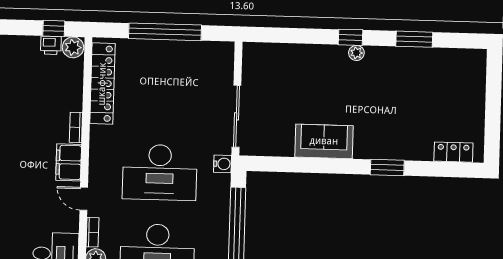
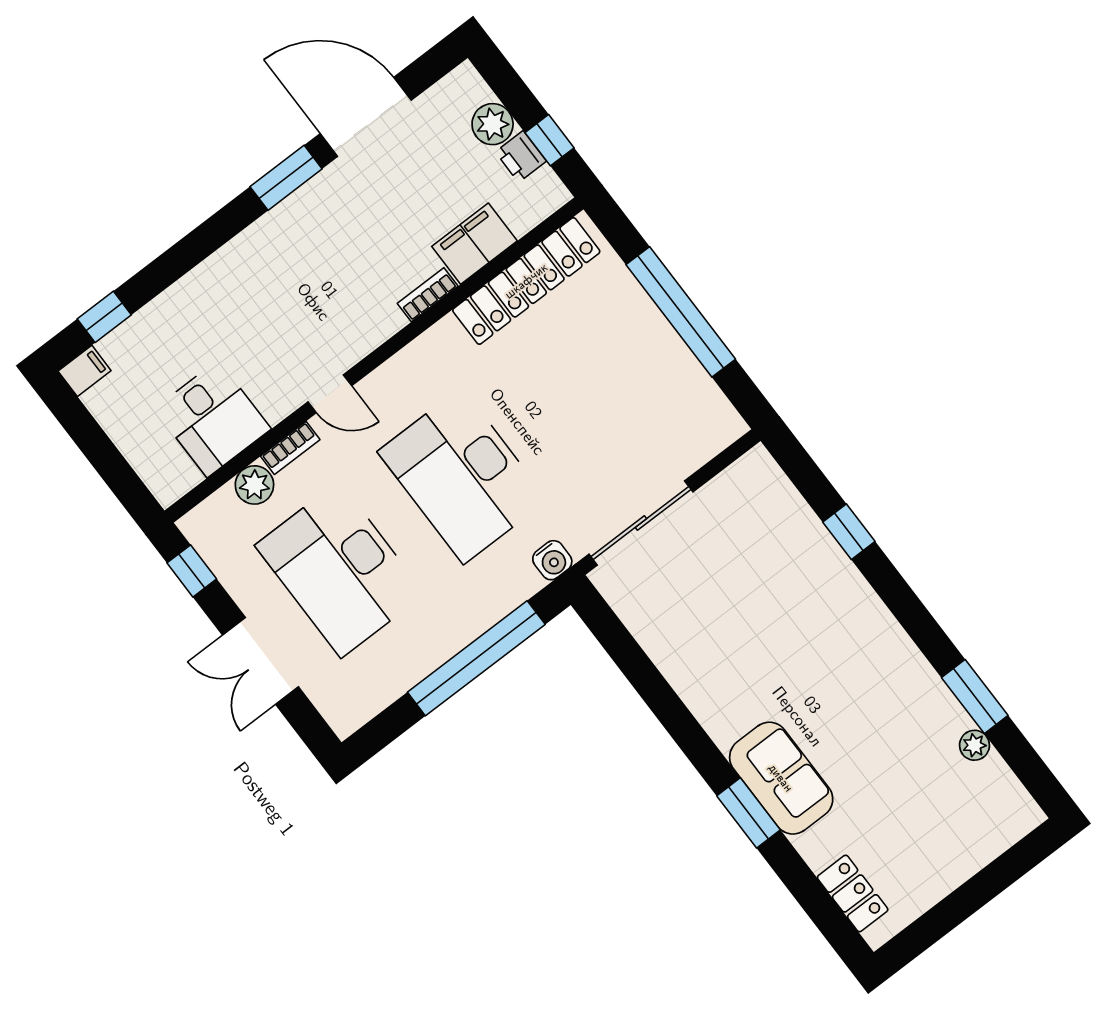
window: (351, 37) -> (849, 532), moved
plant: (73, 47) -> (493, 124), moved
plant: (356, 53) -> (974, 745), moved
sofa: (324, 141) -> (781, 778), moved
filing cabinet: (69, 162) -> (474, 244), moved
door: (84, 199) -> (330, 394), swing flipped

